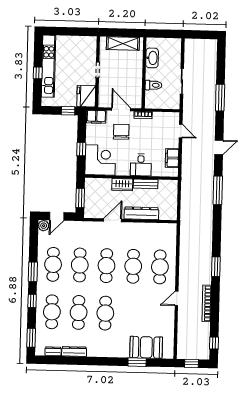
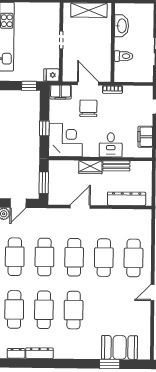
fridge: (86, 96) -> (51, 75), width x0.53, depth x0.75
dresser: (141, 213) -> (127, 199), moved

